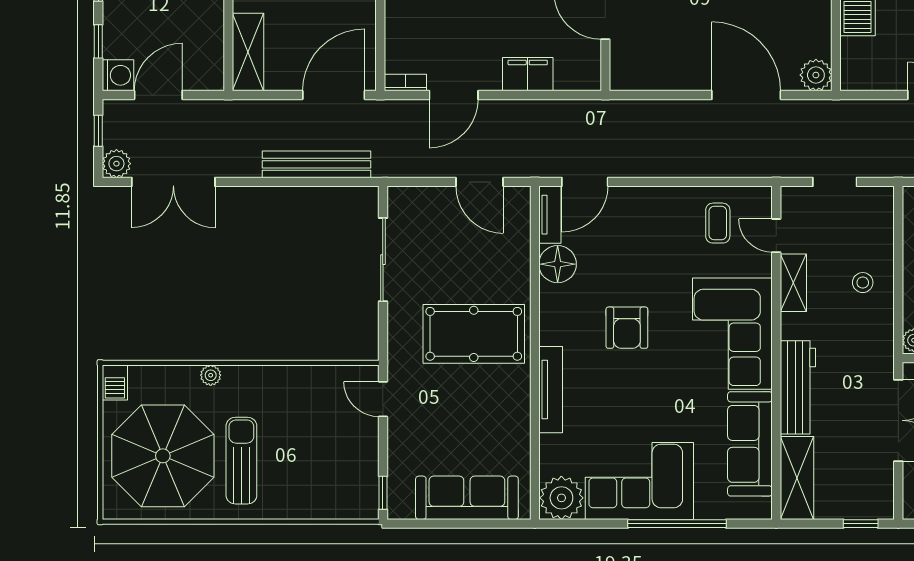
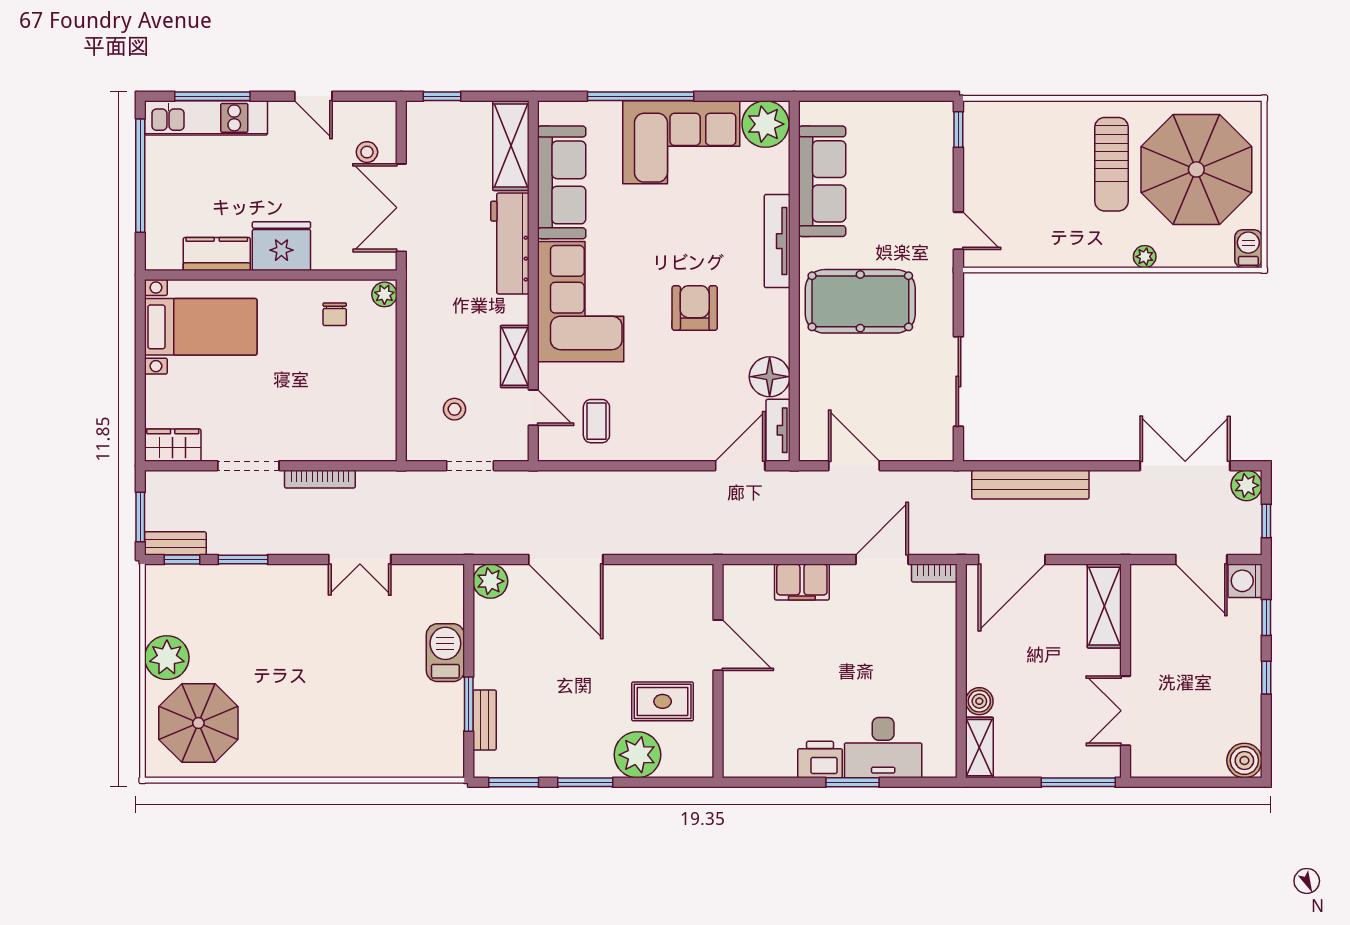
door: (158, 95) -> (1201, 559), hinge flipped
stool: (863, 283) -> (454, 409), moved
sofa: (467, 498) -> (822, 181), moved, turned -90

